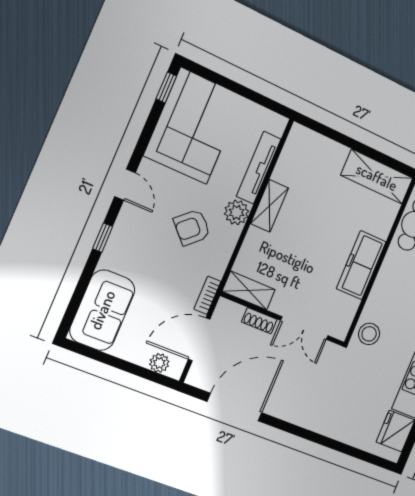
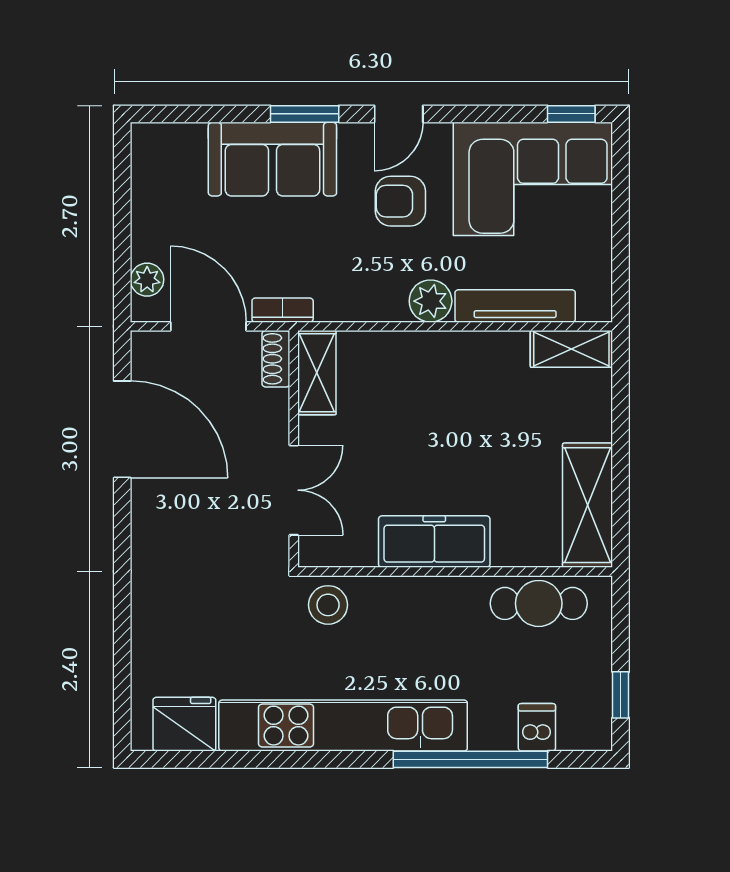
shelving: (270, 206) -> (571, 349), moved
armchair: (192, 227) -> (400, 201), moved, turned -47
window: (103, 238) -> (305, 114), width x1.50
sofa: (102, 310) -> (272, 159), moved
shoe rack: (259, 321) -> (276, 359), moved
double door: (304, 328) -> (294, 490), swing flipped

